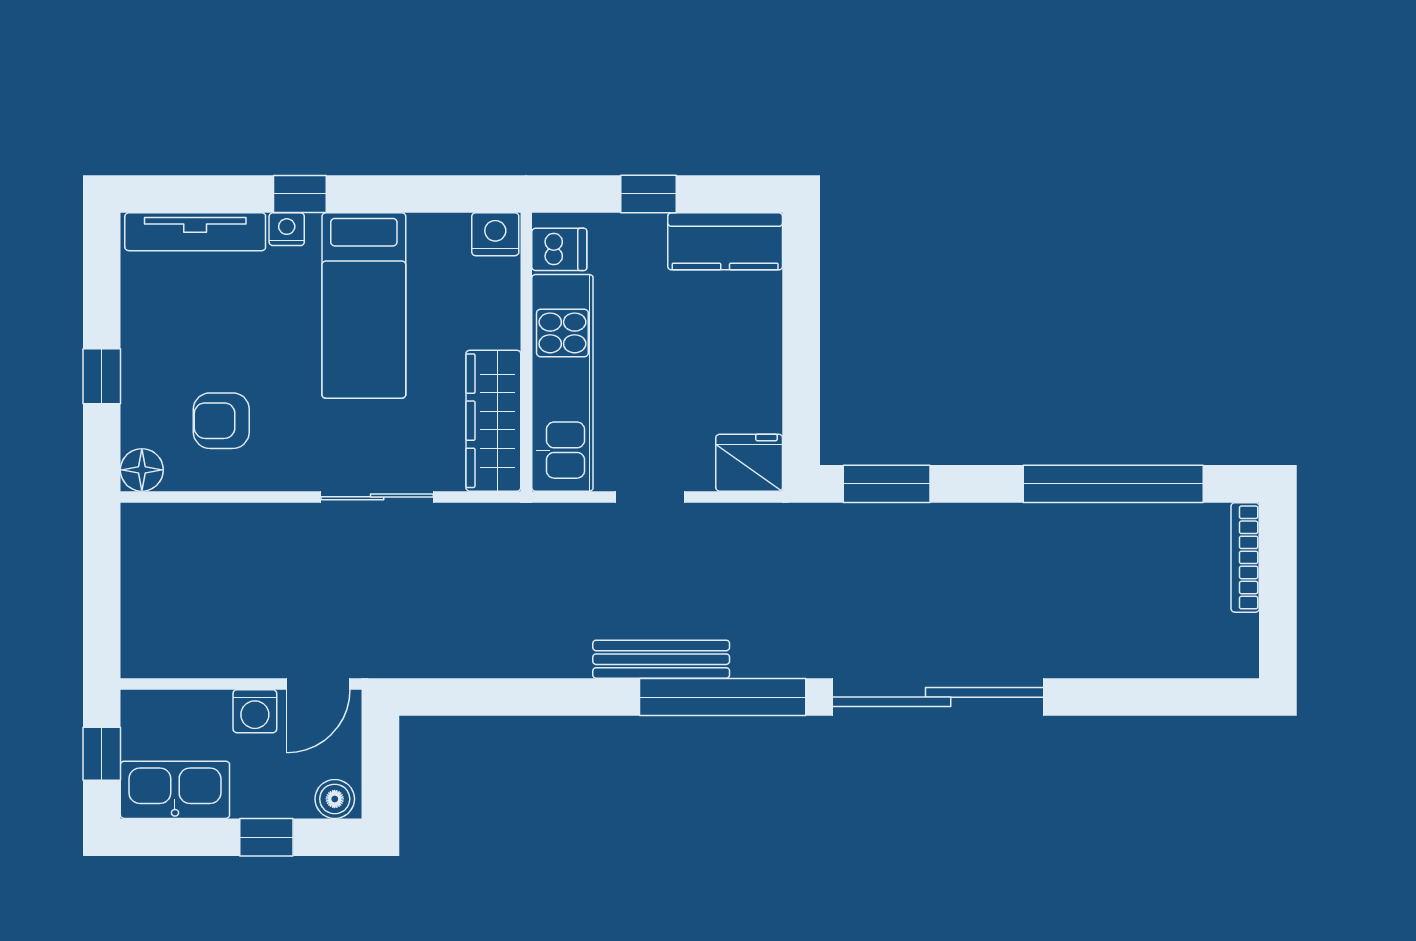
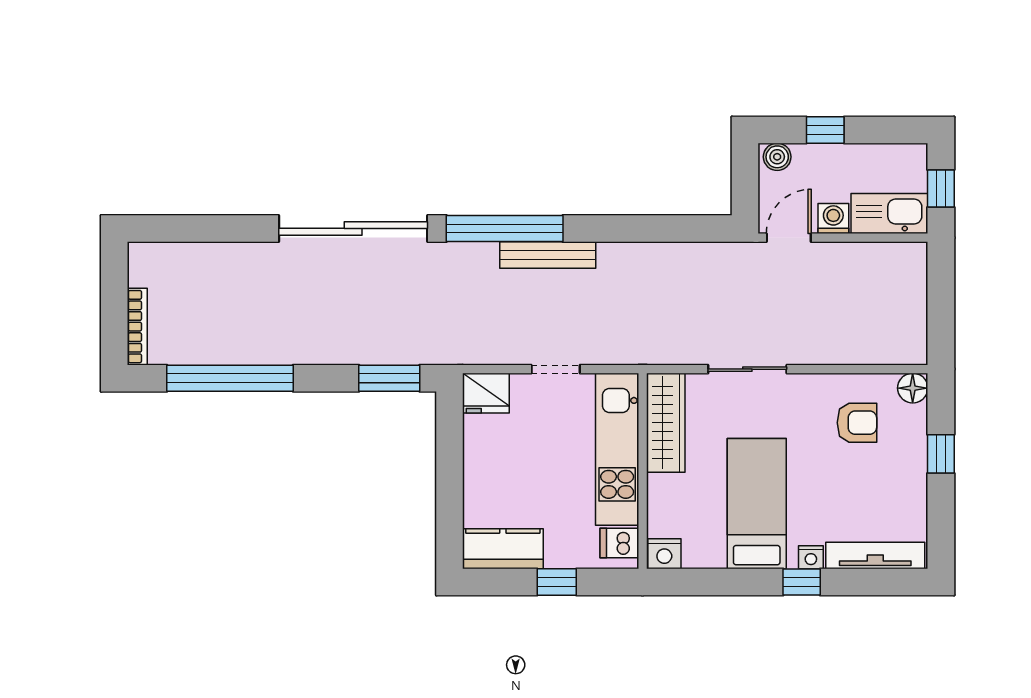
kitchen sink: (175, 790) -> (889, 214), moved, turned 180

